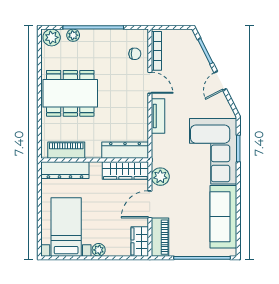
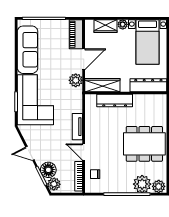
plant: (73, 35) -> (142, 184), width x1.88, depth x1.88
plant: (189, 41) -> (54, 184), added
floor lamp: (196, 59) -> (48, 170), added
door: (220, 81) -> (30, 153), swing flipped
piano: (66, 150) -> (147, 100), removed
dresser: (125, 150) -> (115, 101), moved
wardrobe: (140, 241) -> (105, 26), moved, turned 90

